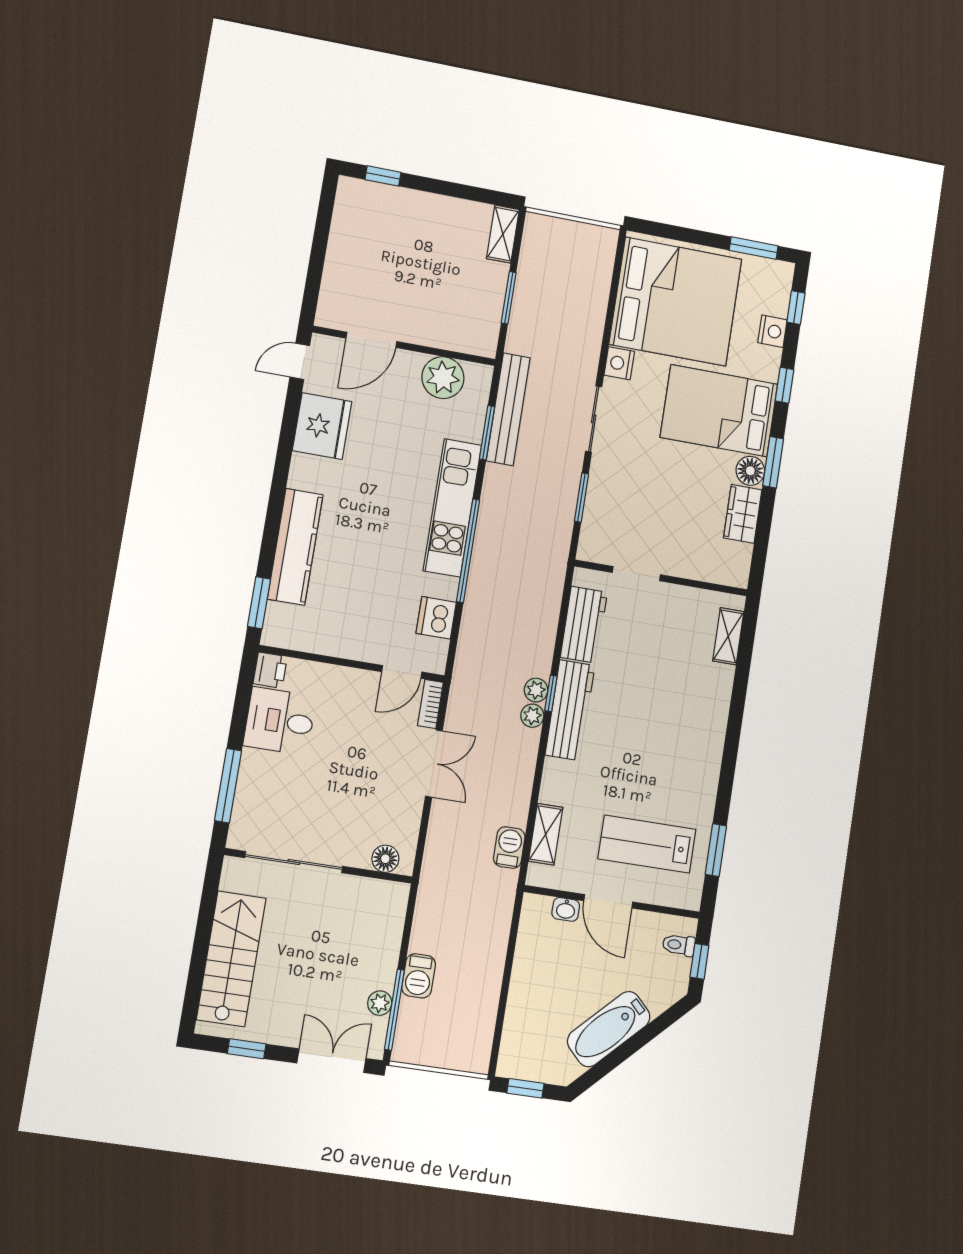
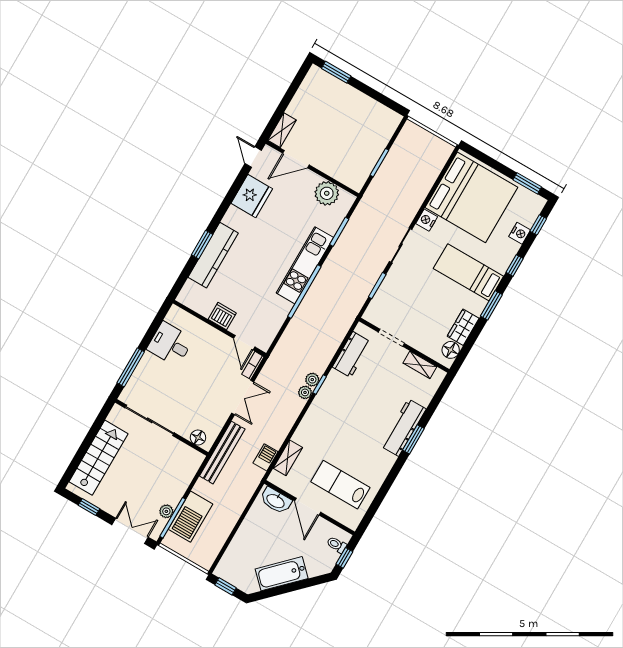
window: (383, 176) -> (336, 72), width x1.50
shelving: (503, 234) -> (282, 130), moved
door: (300, 361) -> (253, 157), hinge flipped
bench: (508, 409) -> (222, 453), moved
bed: (719, 411) -> (468, 272), width x0.67
floor lamp: (750, 471) -> (451, 350), moved
window: (259, 603) -> (202, 245), moved
dishwasher: (436, 618) -> (222, 316), moved, turned 90
shelving: (728, 636) -> (420, 365), moved, turned 90
printer: (270, 670) -> (175, 315), removed
door: (402, 672) -> (244, 343), hinge flipped
workbench: (570, 710) -> (403, 428), moved, turned 180
window: (716, 850) -> (413, 439), moved
washbasin: (566, 909) -> (276, 501), width x1.91, depth x1.45
barbecue: (419, 976) -> (191, 517), width x1.88, depth x1.53

